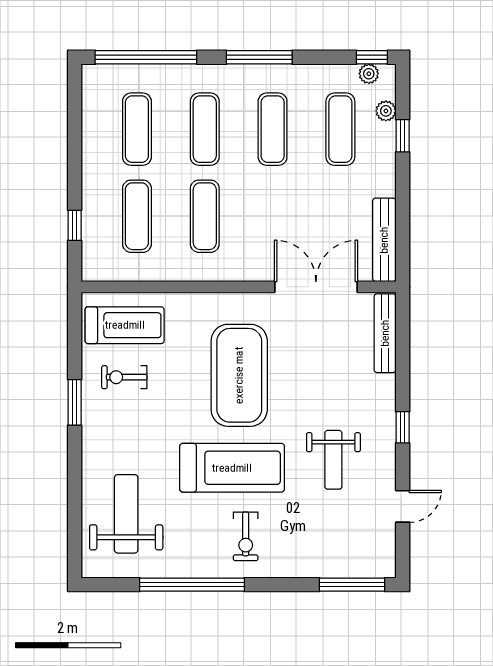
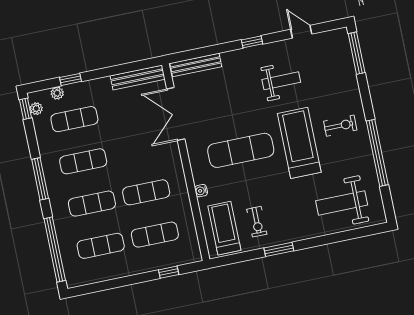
water cooler: (190, 301) -> (201, 191), added
exercise mat: (239, 375) -> (241, 150), width x0.68

